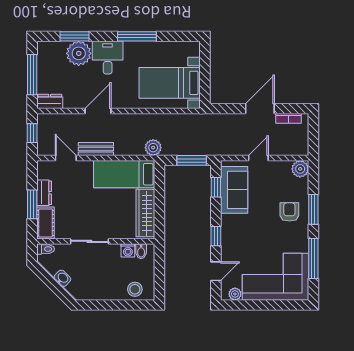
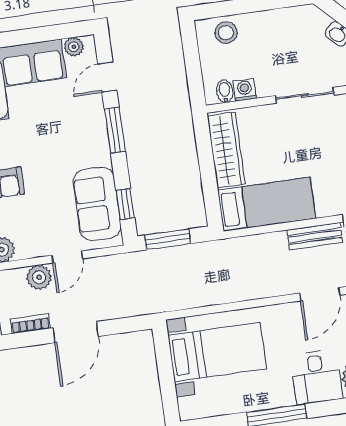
plant: (153, 148) -> (39, 277), moved
window: (216, 236) -> (115, 130), width x1.50

